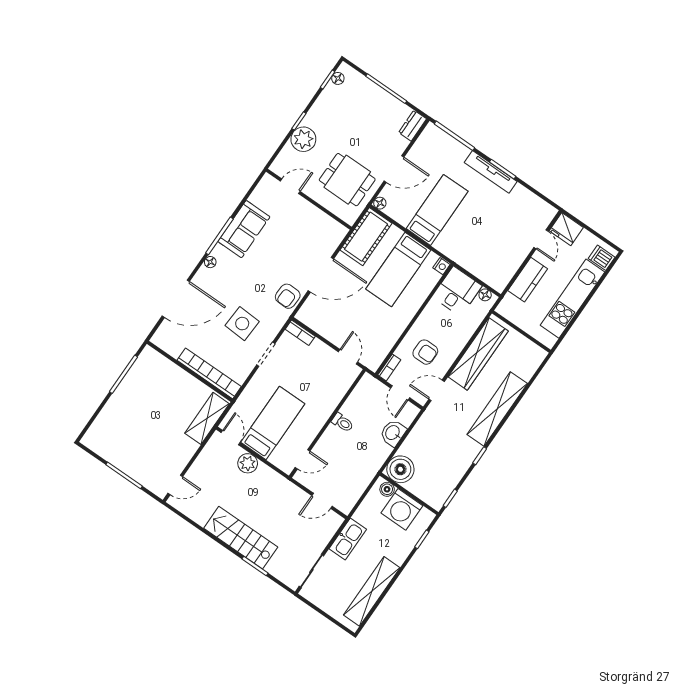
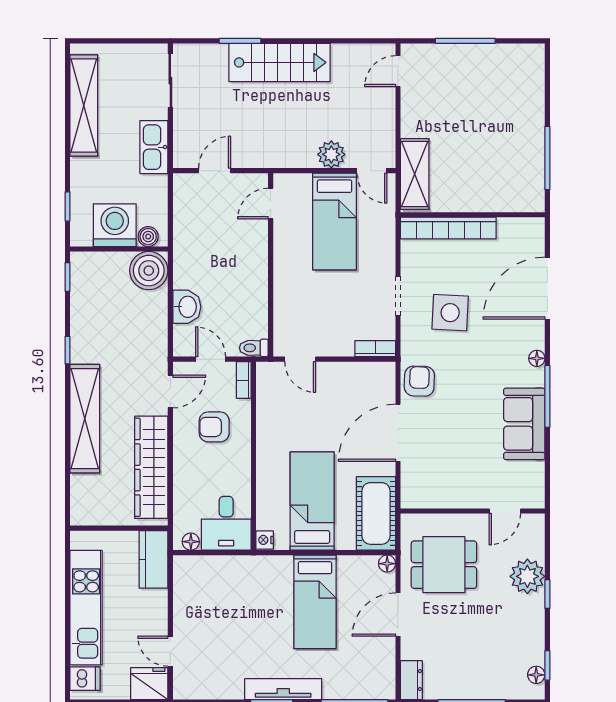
kitchen counter: (528, 280) -> (153, 559), moved
toilet: (342, 422) -> (254, 348), moved

